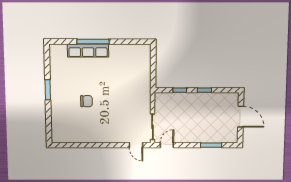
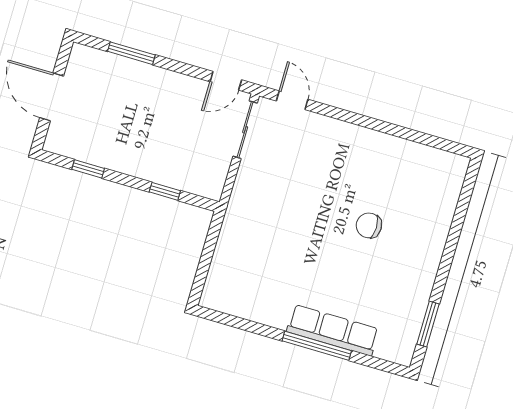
window: (48, 90) -> (428, 324), moved
window: (204, 90) -> (88, 169), moved

